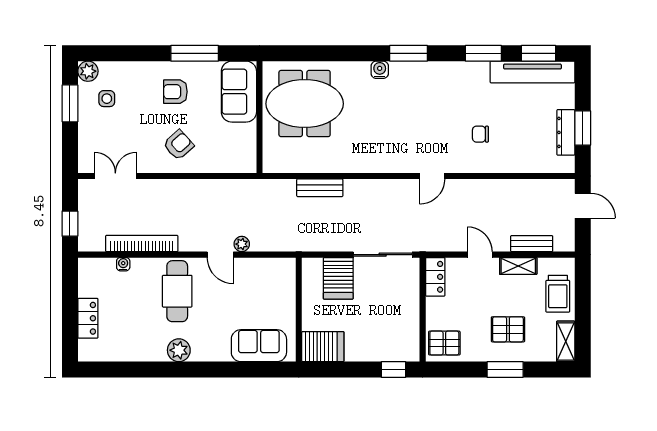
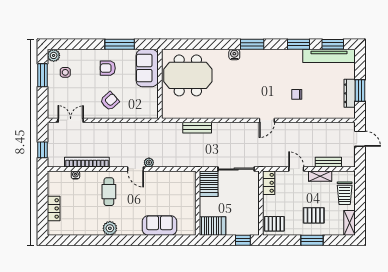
cafe table: (177, 291) -> (109, 192), width x0.73, depth x0.74
wall: (299, 310) -> (198, 203), moved
server rack: (323, 347) -> (212, 226), moved

